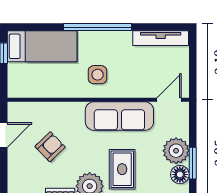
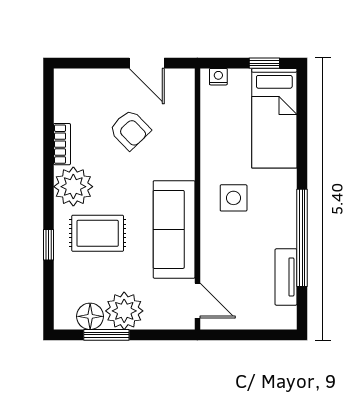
window: (97, 27) -> (302, 238), moved
tv unit: (161, 38) -> (286, 277), width x0.71
nightstand: (13, 85) -> (218, 77), added

